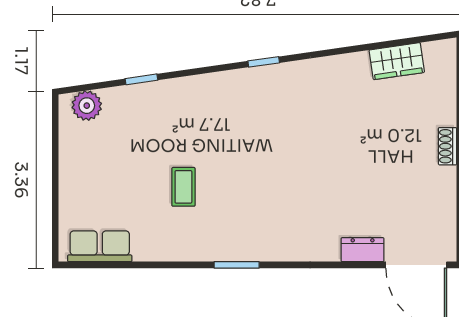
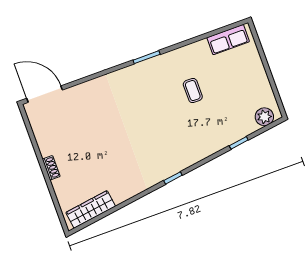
wardrobe: (397, 61) -> (91, 209), width x1.50
dresser: (363, 250) -> (78, 92), removed

